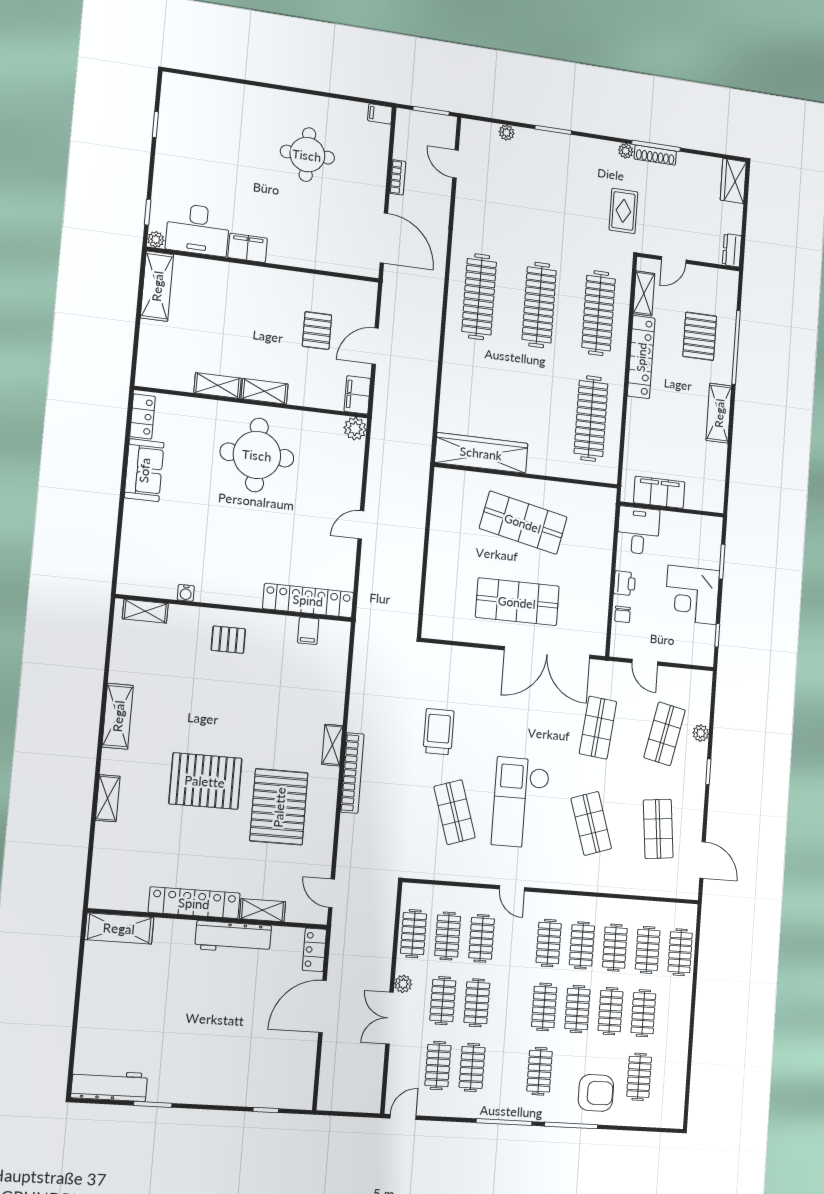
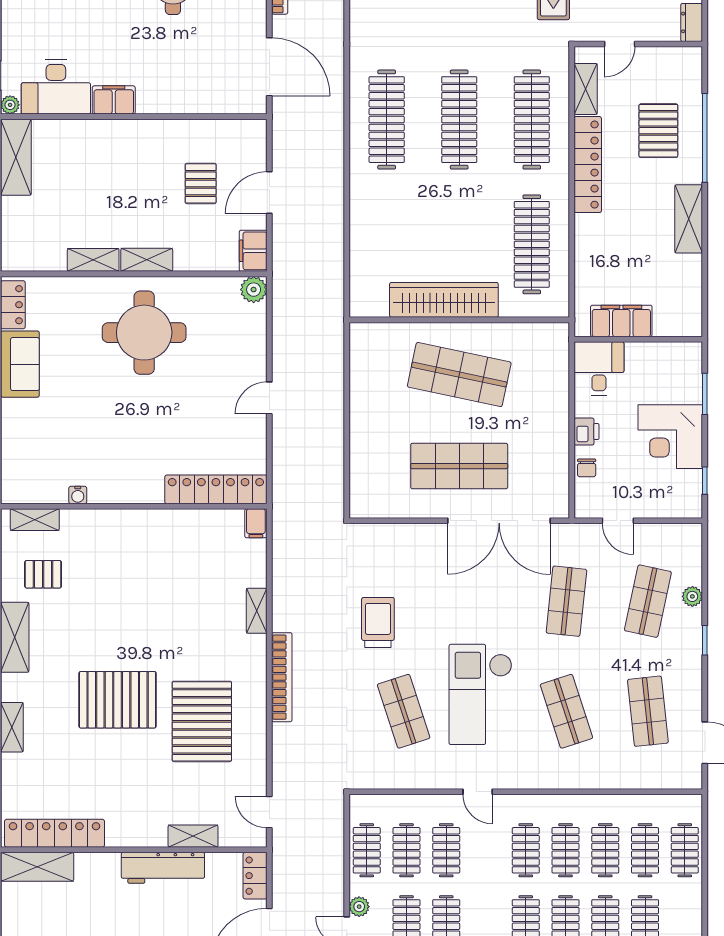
wardrobe: (481, 453) -> (444, 300), moved
filing cabinet: (308, 631) -> (256, 523), moved
pallet: (228, 640) -> (43, 574), moved
shelving: (332, 745) -> (257, 611), moved
locker: (194, 903) -> (54, 833), moved

